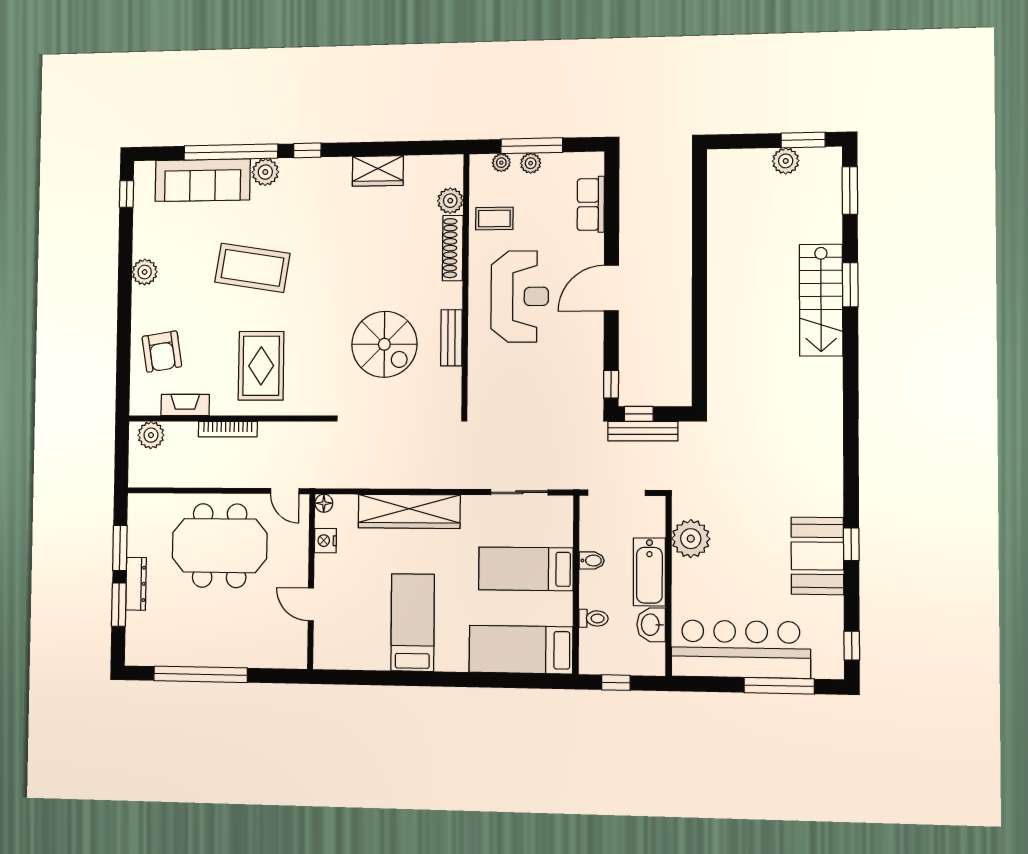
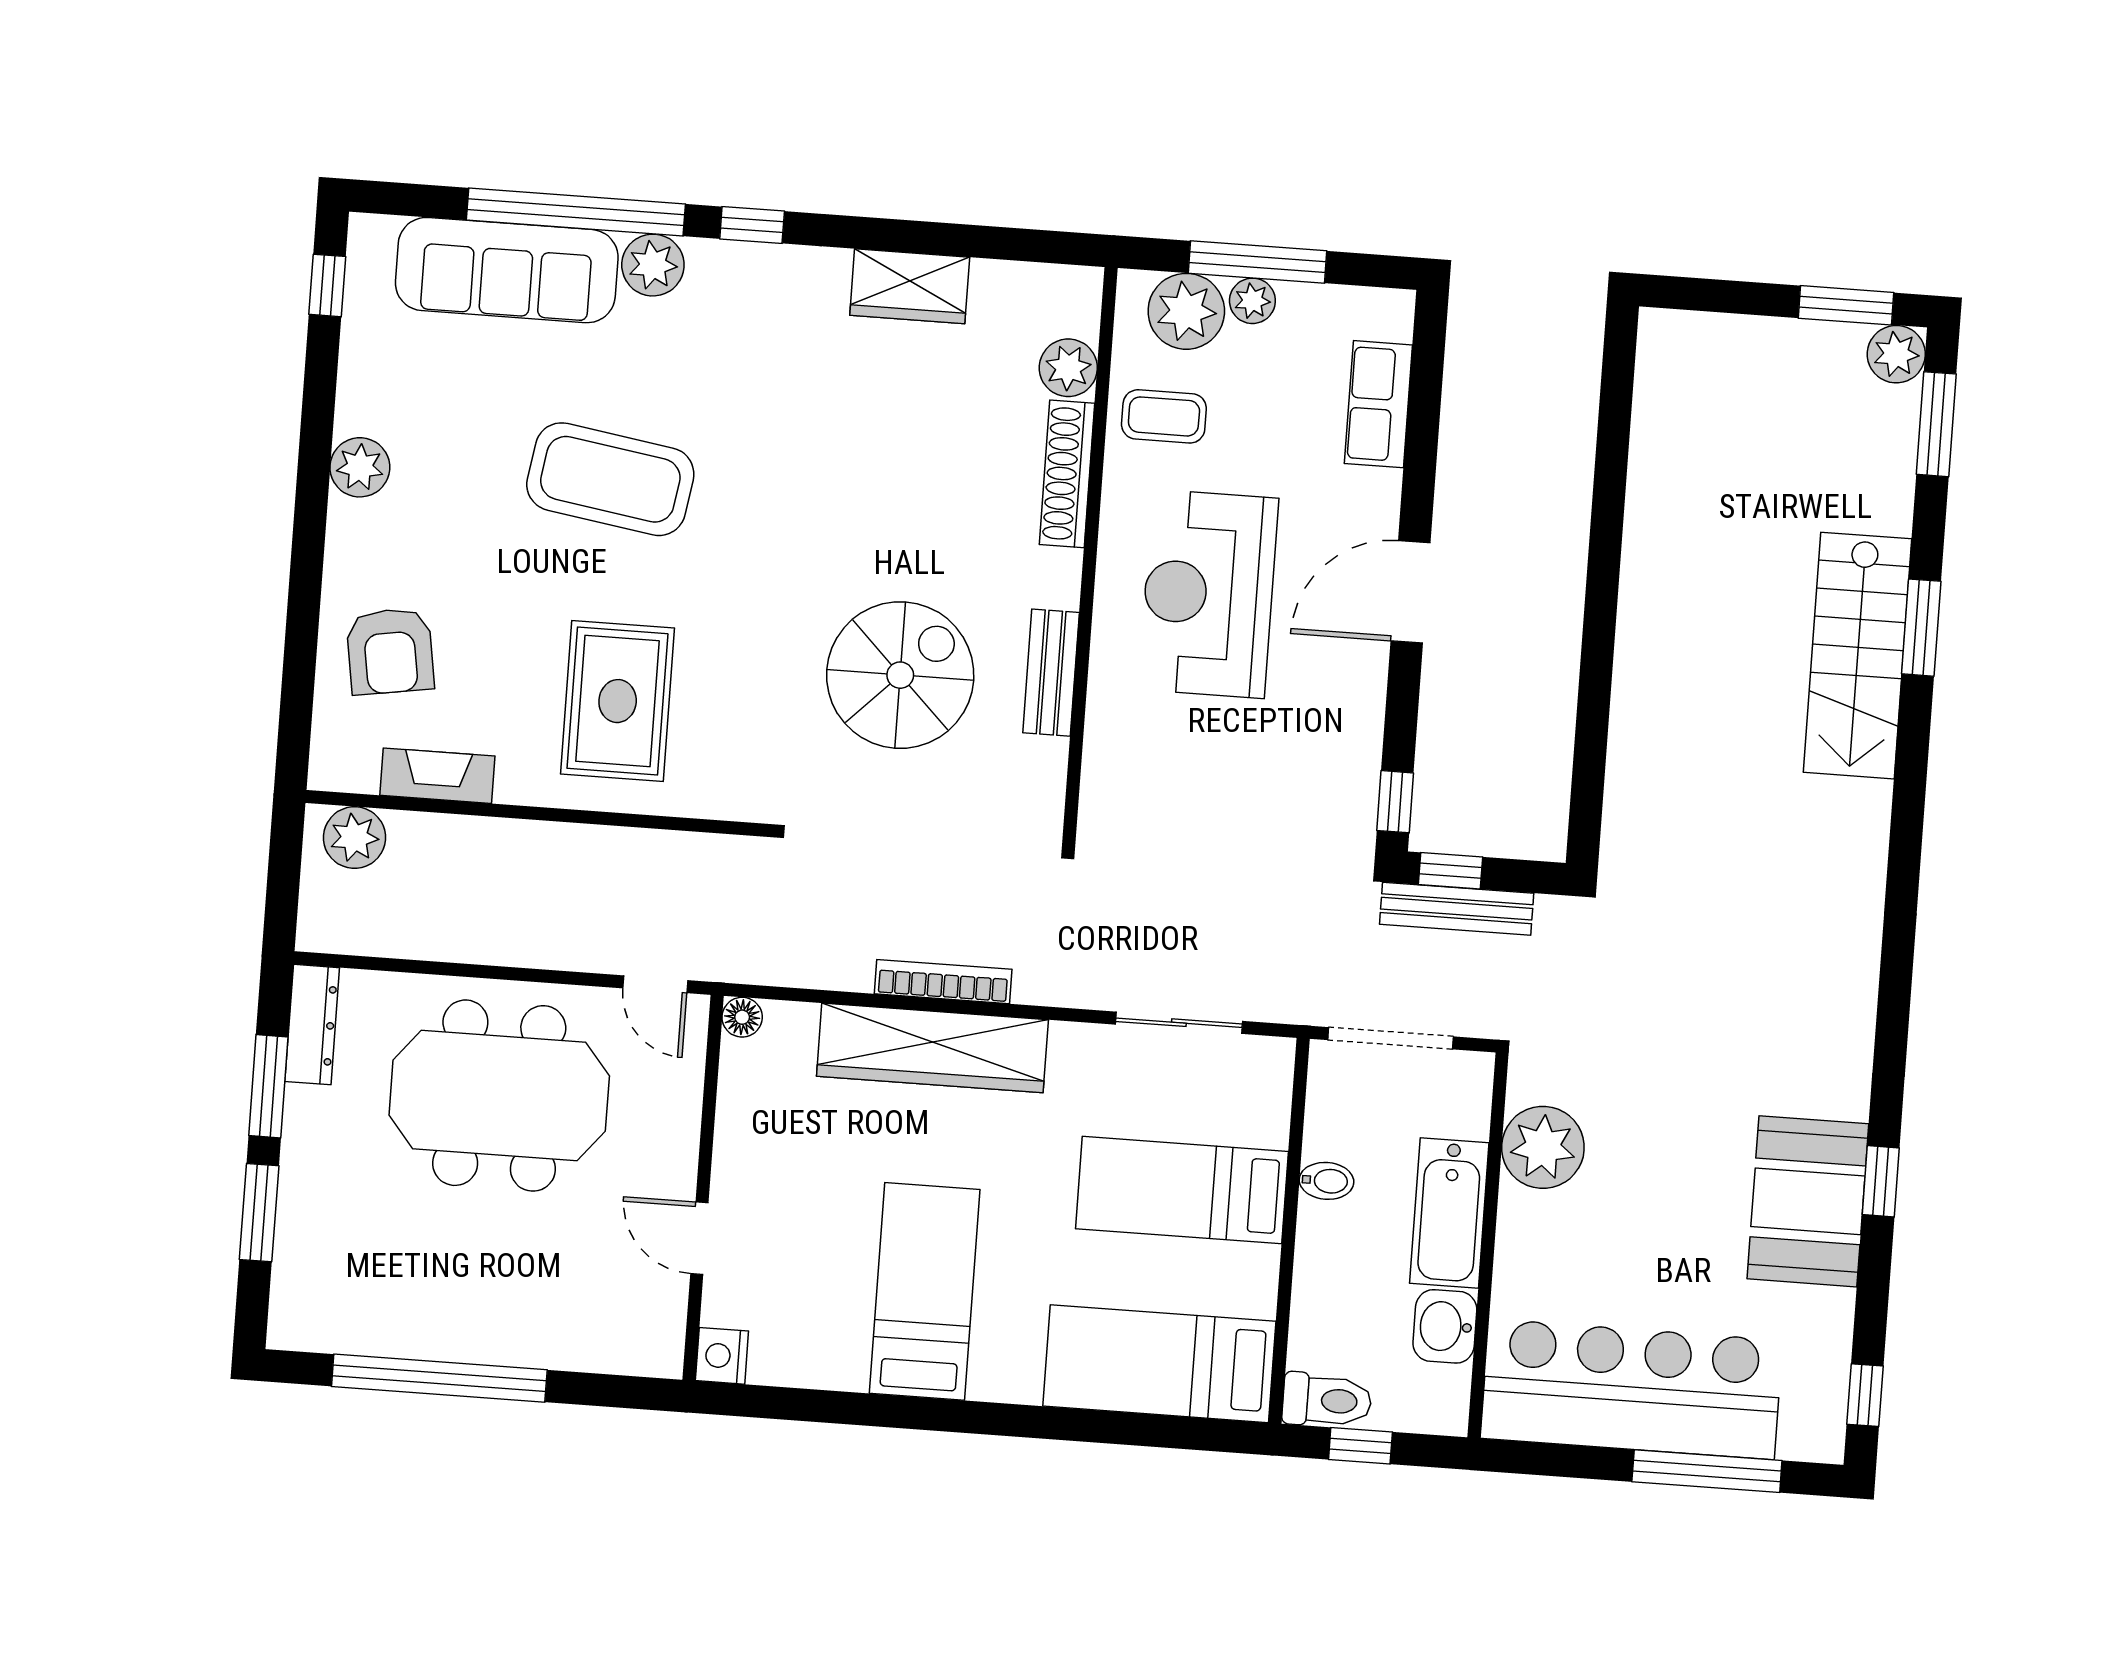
plant: (786, 161) -> (1896, 354), moved
plant: (501, 163) -> (1186, 311), width x1.87, depth x1.87
reception desk: (520, 297) -> (1208, 594), turned 180
spiral stairs: (384, 344) -> (900, 675), turned -90
bookcase: (228, 429) -> (943, 982), moved, turned 180
nightstand: (325, 541) -> (722, 1356), moved
dresser: (136, 584) -> (312, 1025), moved
toilet: (593, 618) -> (1327, 1400), moved, width x1.37, depth x1.39

